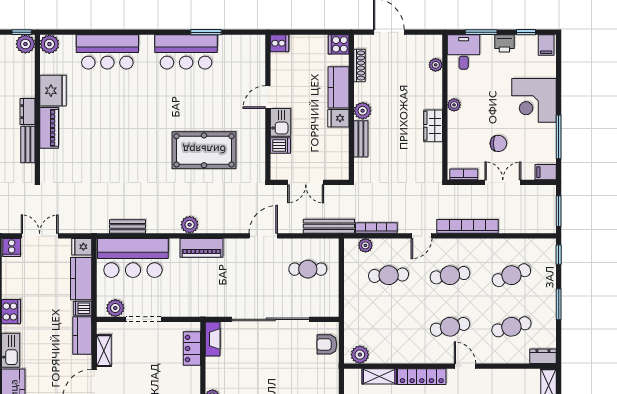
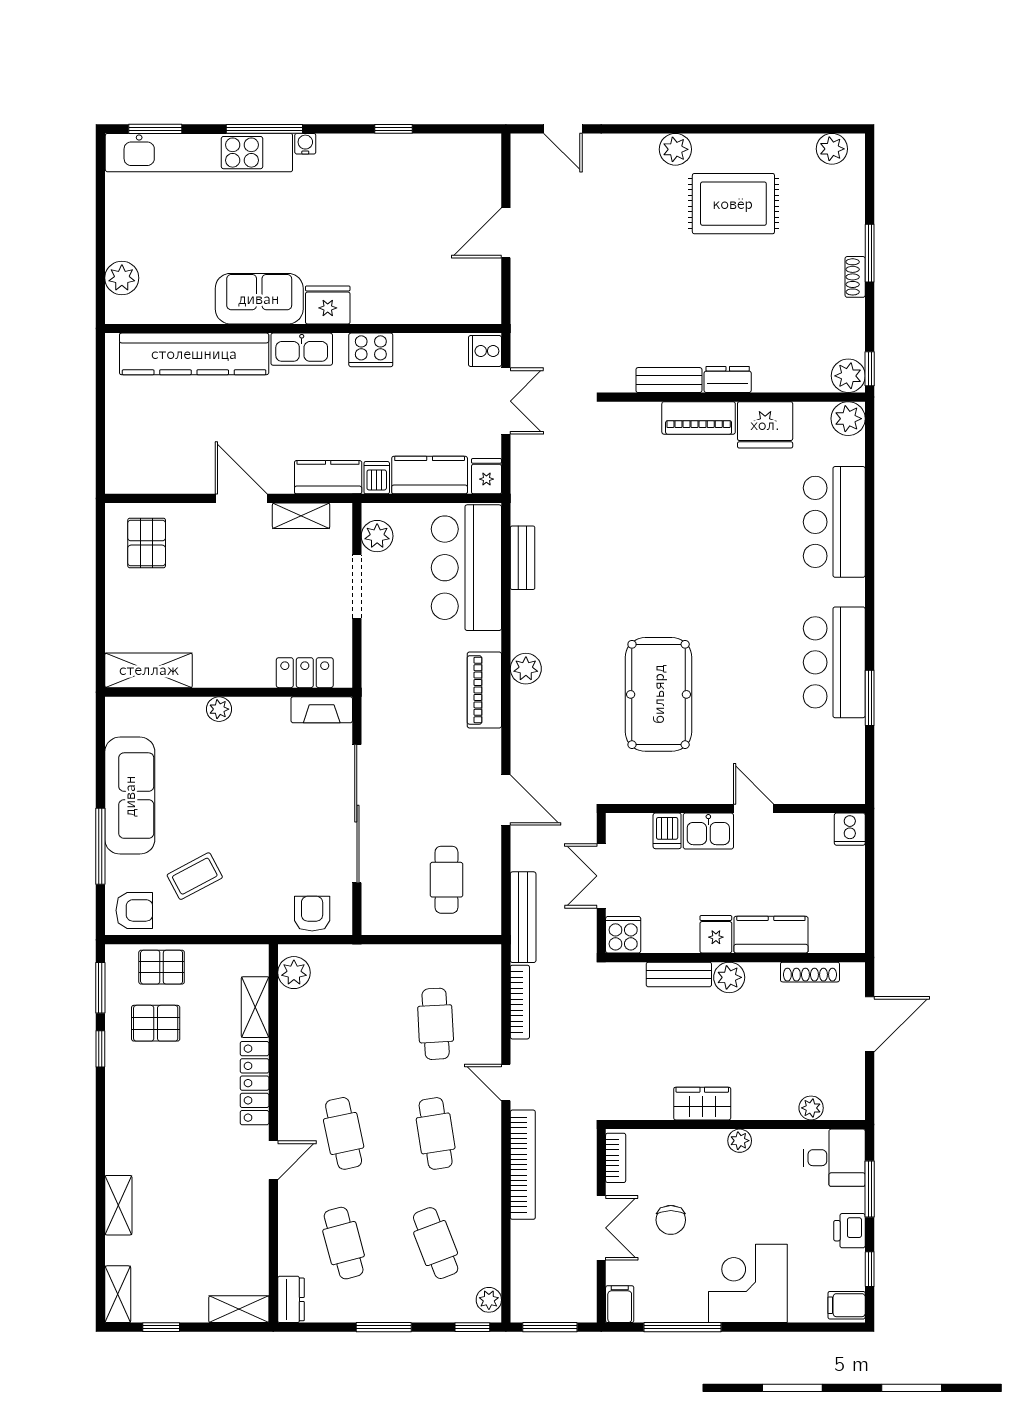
cooker: (339, 44) -> (623, 935), moved
plant: (365, 245) -> (489, 1300), moved

